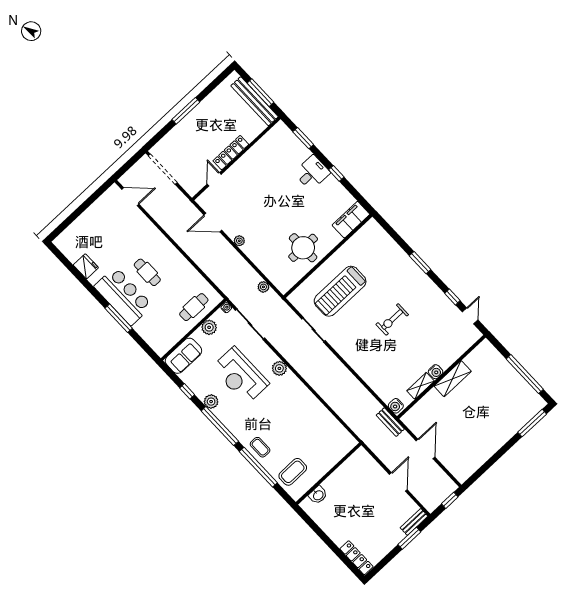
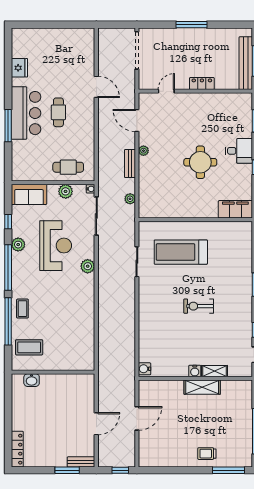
locker: (231, 153) -> (202, 83), width x0.66
door: (130, 197) -> (96, 87), moved
round table: (303, 248) -> (200, 162), moved
reception desk: (240, 376) -> (56, 246), turned 180
shelving: (421, 386) -> (215, 371), moved
bench: (390, 422) -> (130, 164), moved
trolley: (504, 426) -> (207, 454), added

